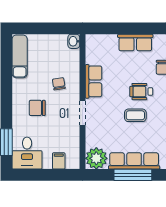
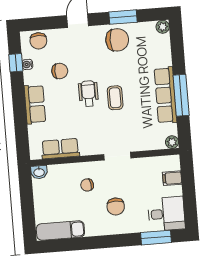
row of seats: (94, 81) -> (60, 149), moved
wheelchair: (141, 92) -> (88, 93), turned 180
plant: (96, 158) -> (172, 142), width x0.53, depth x0.53

